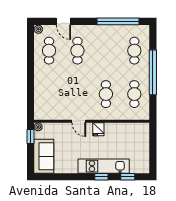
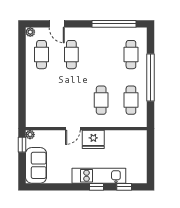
door: (79, 121) -> (73, 129), hinge flipped
fridge: (98, 129) -> (93, 139), width x1.88, depth x1.34

